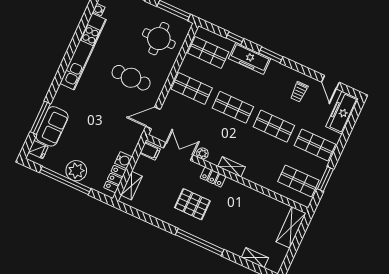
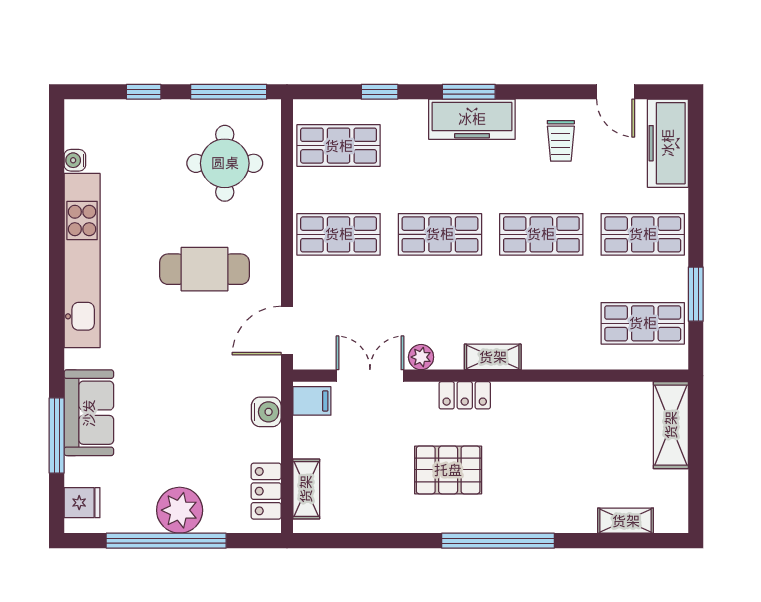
freezer: (250, 59) -> (472, 119), moved
sofa: (52, 126) -> (89, 413), moved
water cooler: (124, 160) -> (266, 412), moved

